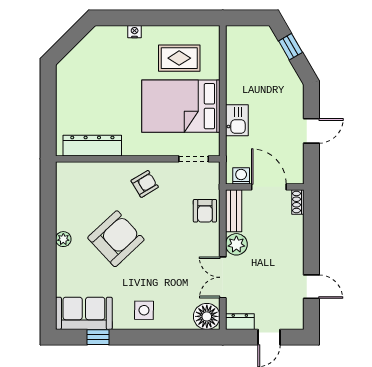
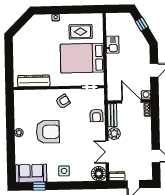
kitchen sink: (237, 120) -> (113, 45), moved
washing machine: (241, 176) -> (146, 95), moved
armchair: (116, 239) -> (48, 132), turned 43

